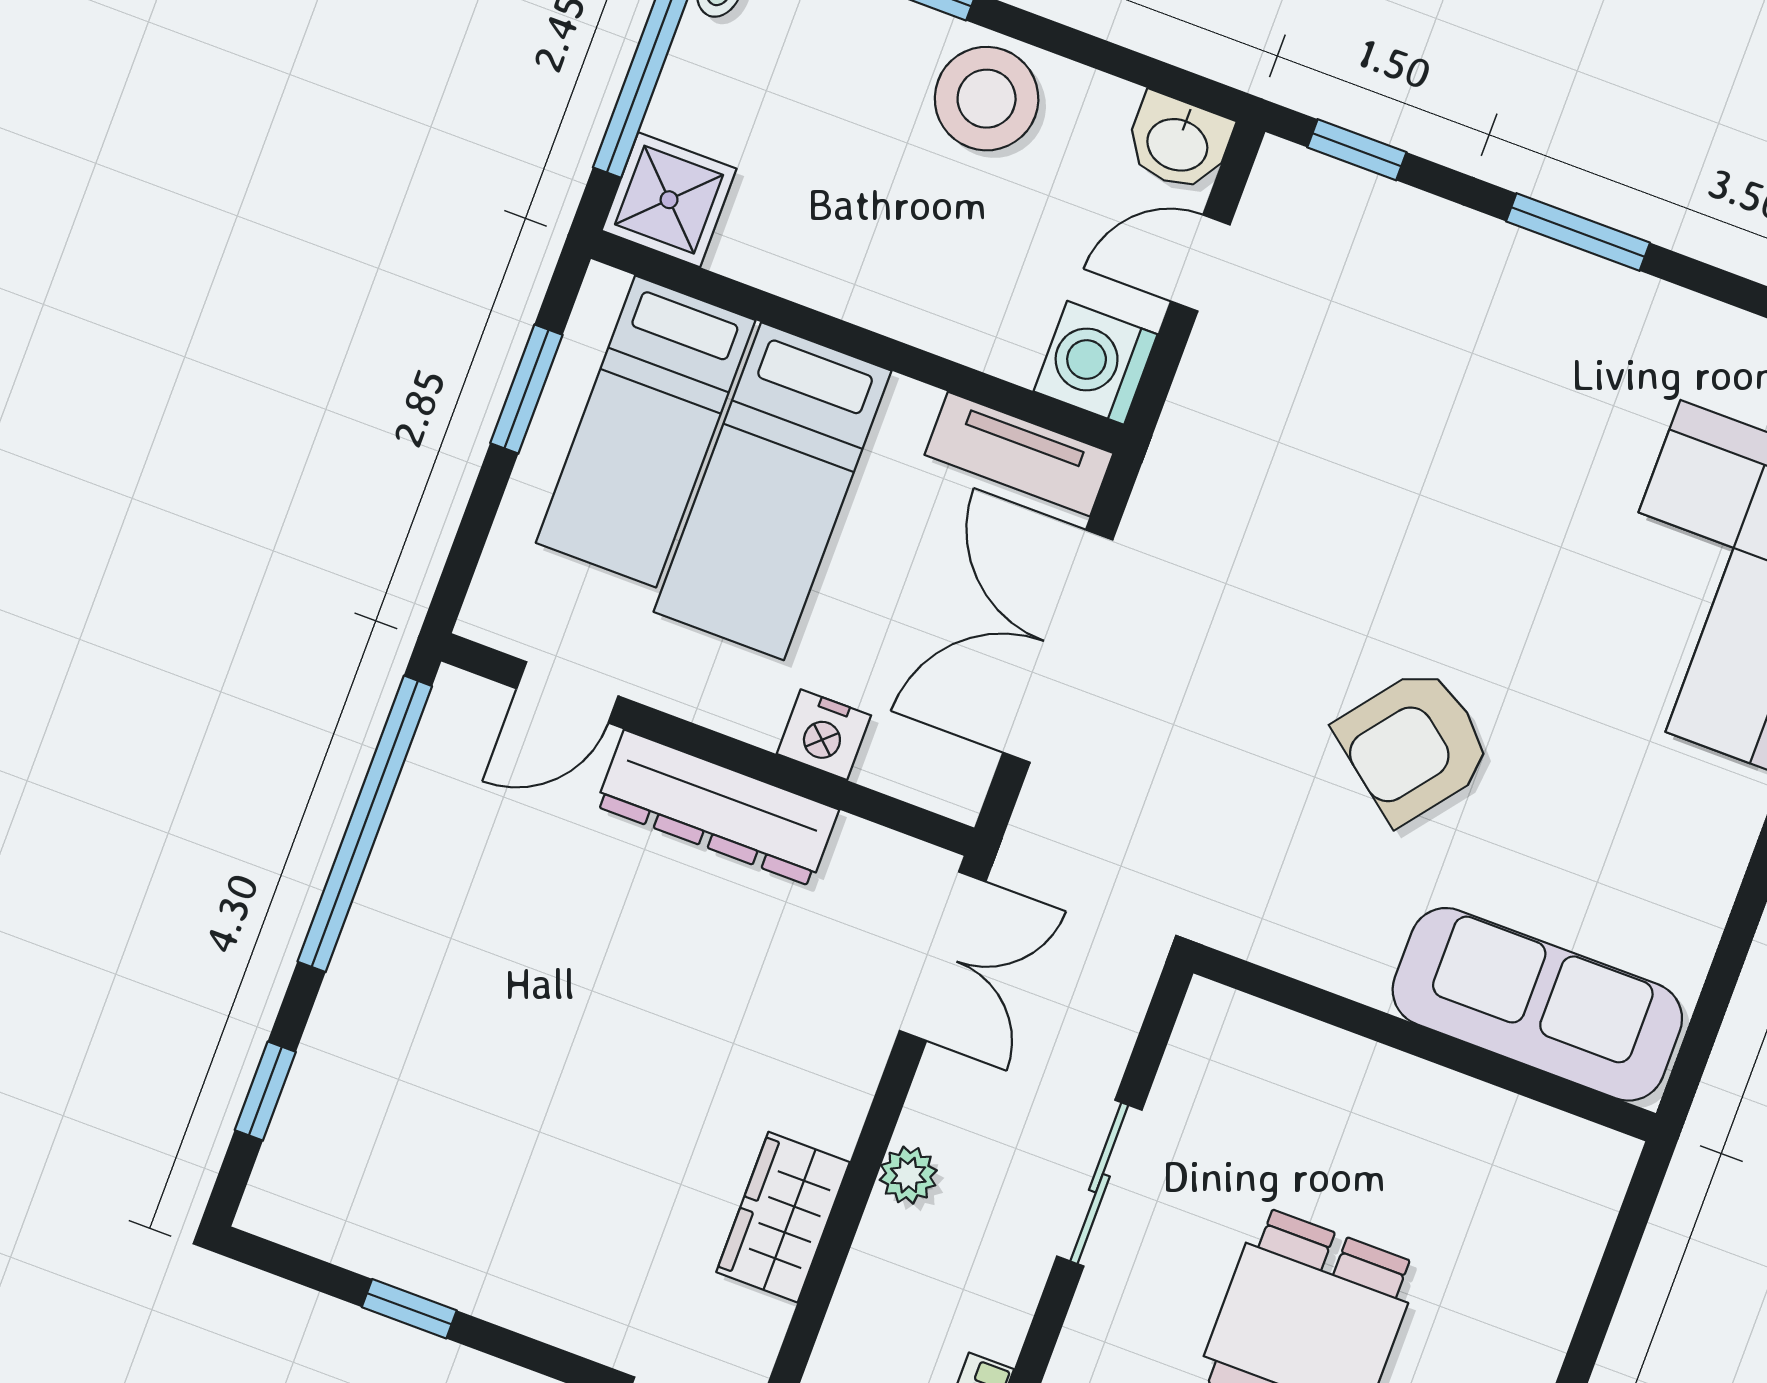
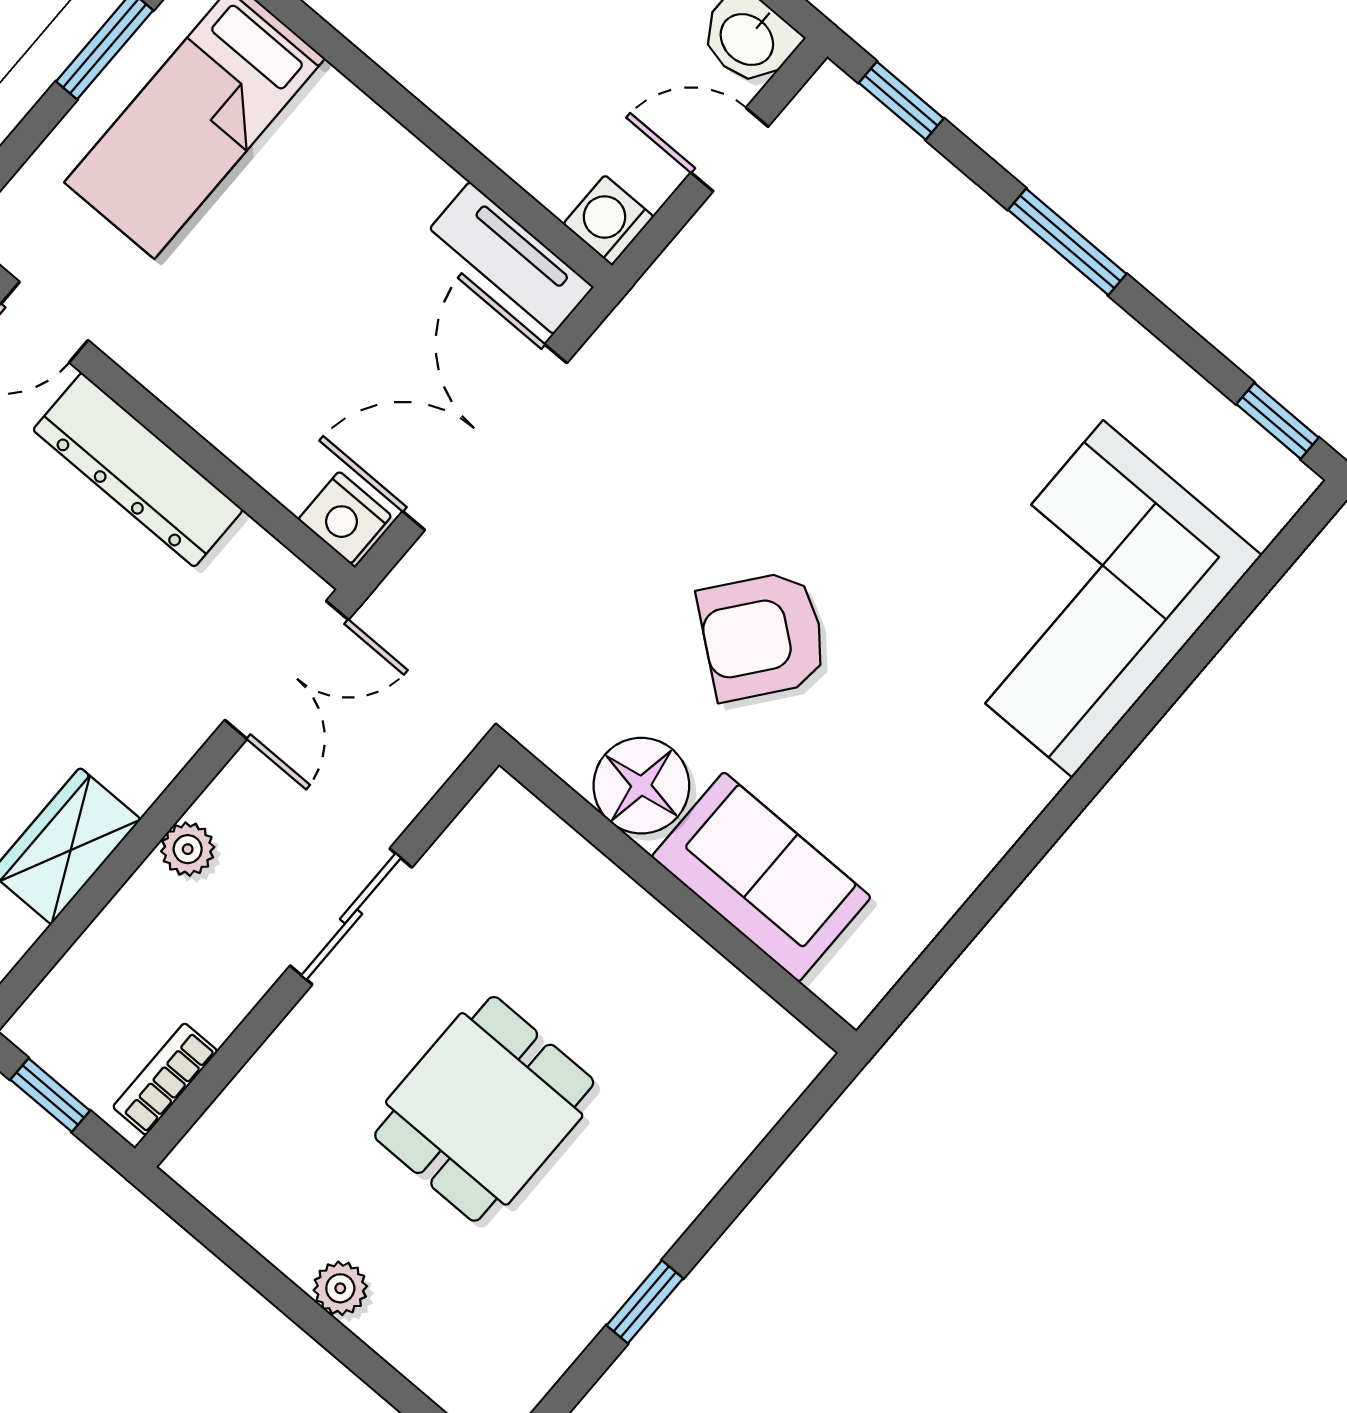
washing machine: (1096, 363) -> (608, 220), width x0.73, depth x0.73
bed: (772, 491) -> (286, 212), removed
nightstand: (824, 735) -> (345, 518), moved
floor lamp: (1346, 943) -> (641, 786), added
sofa: (1537, 1004) -> (761, 877), width x0.73

